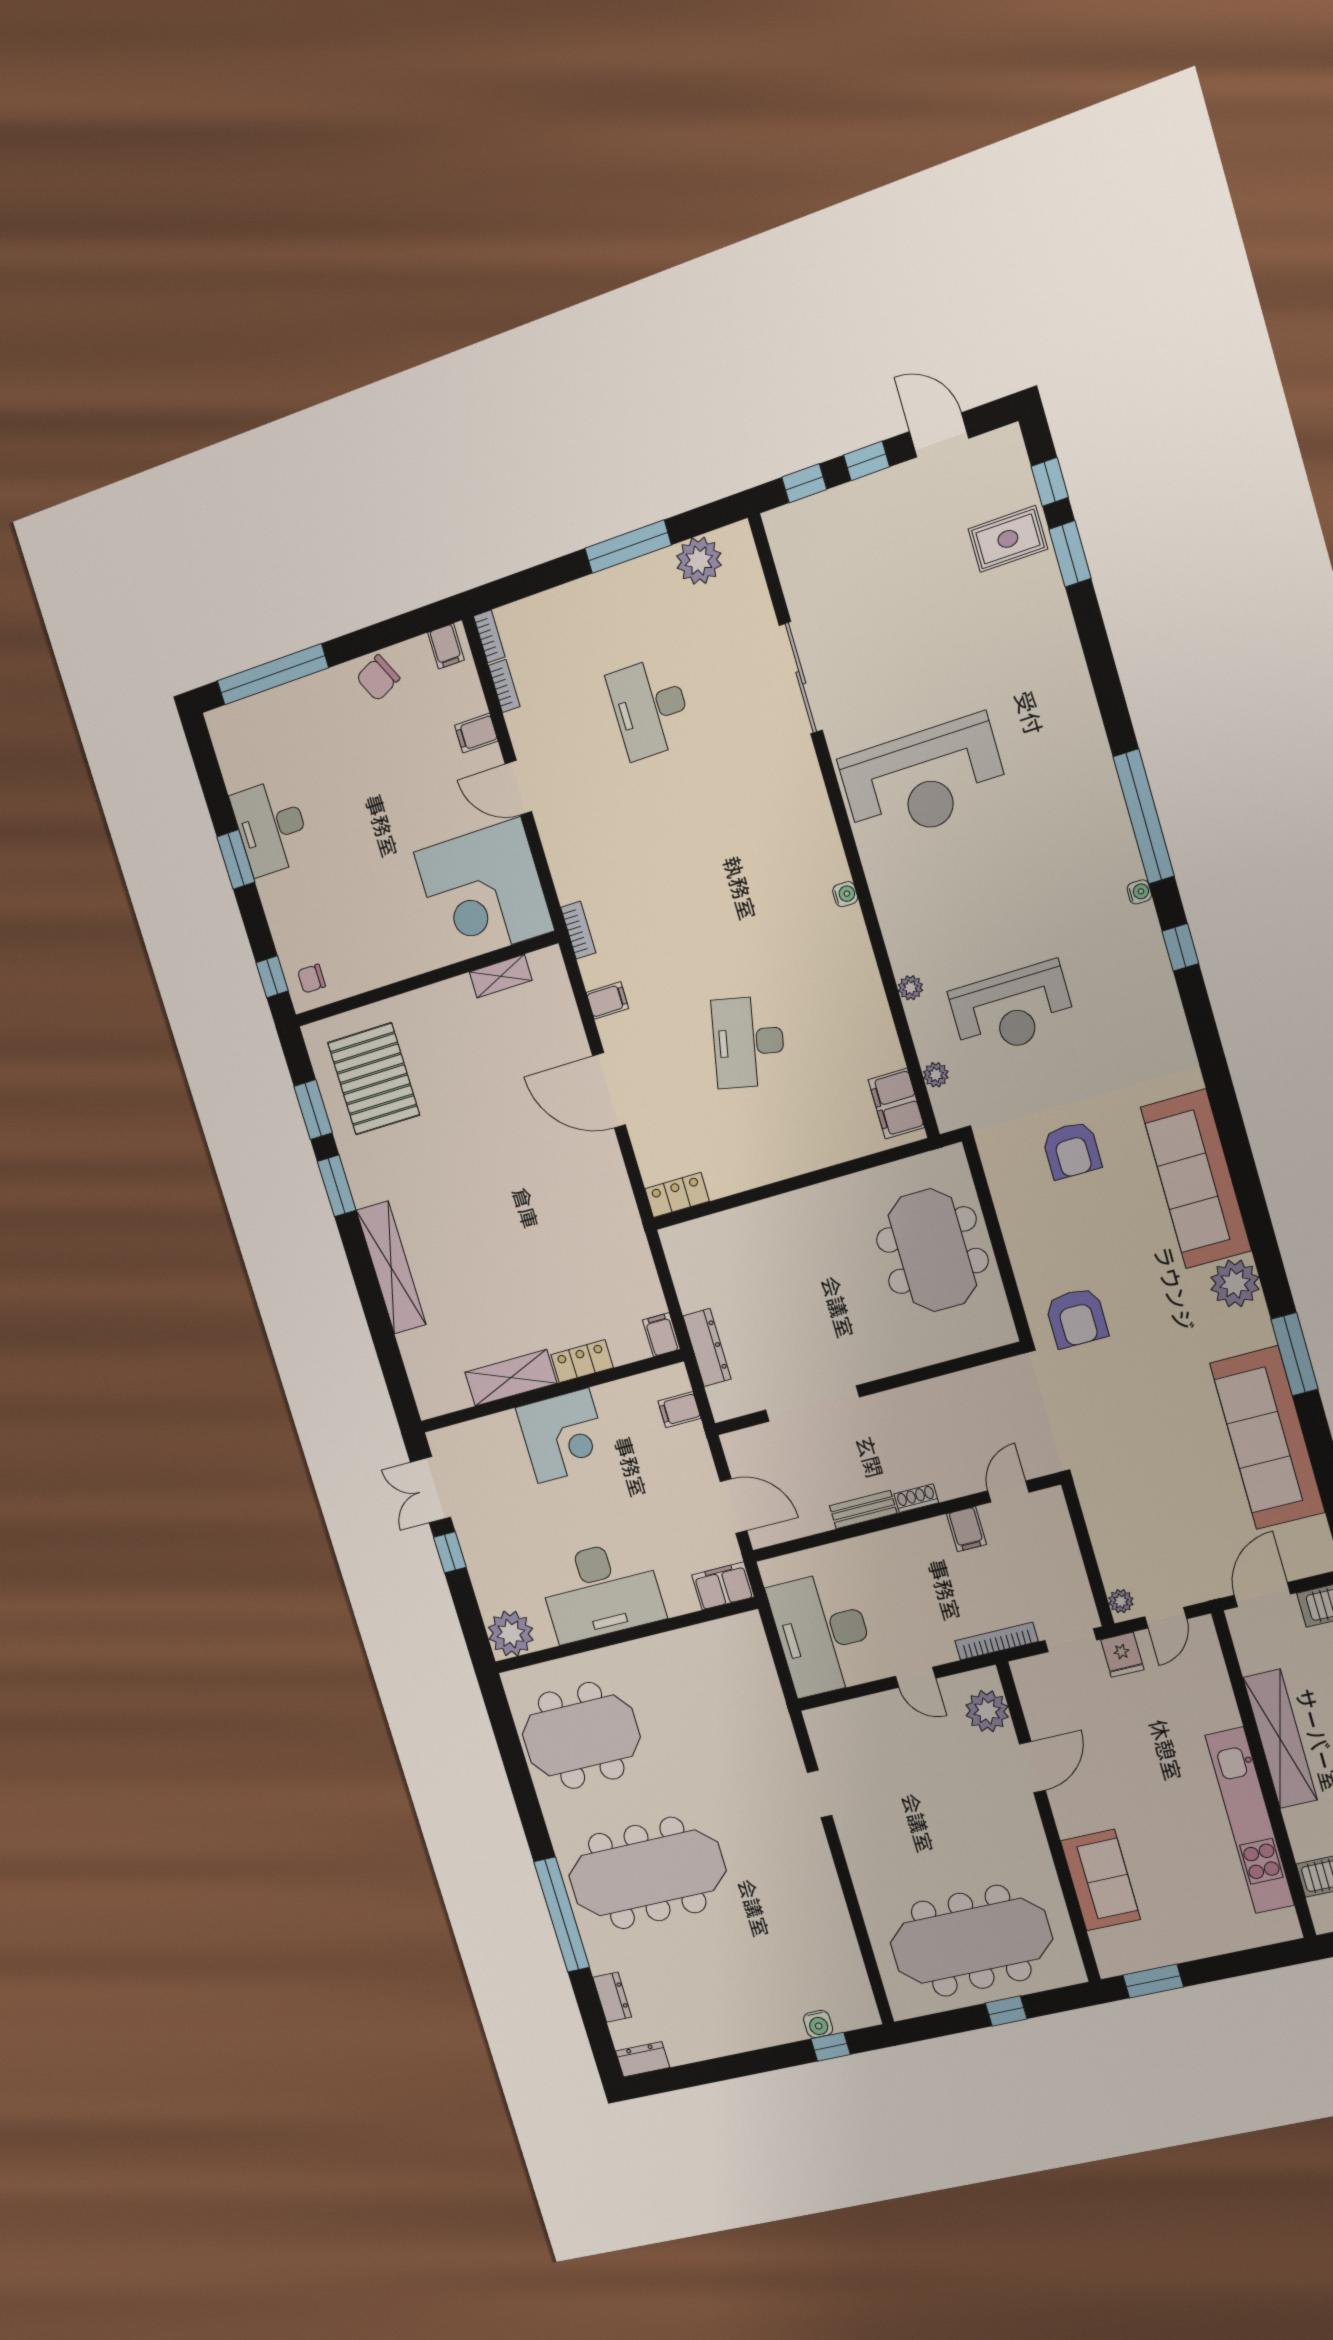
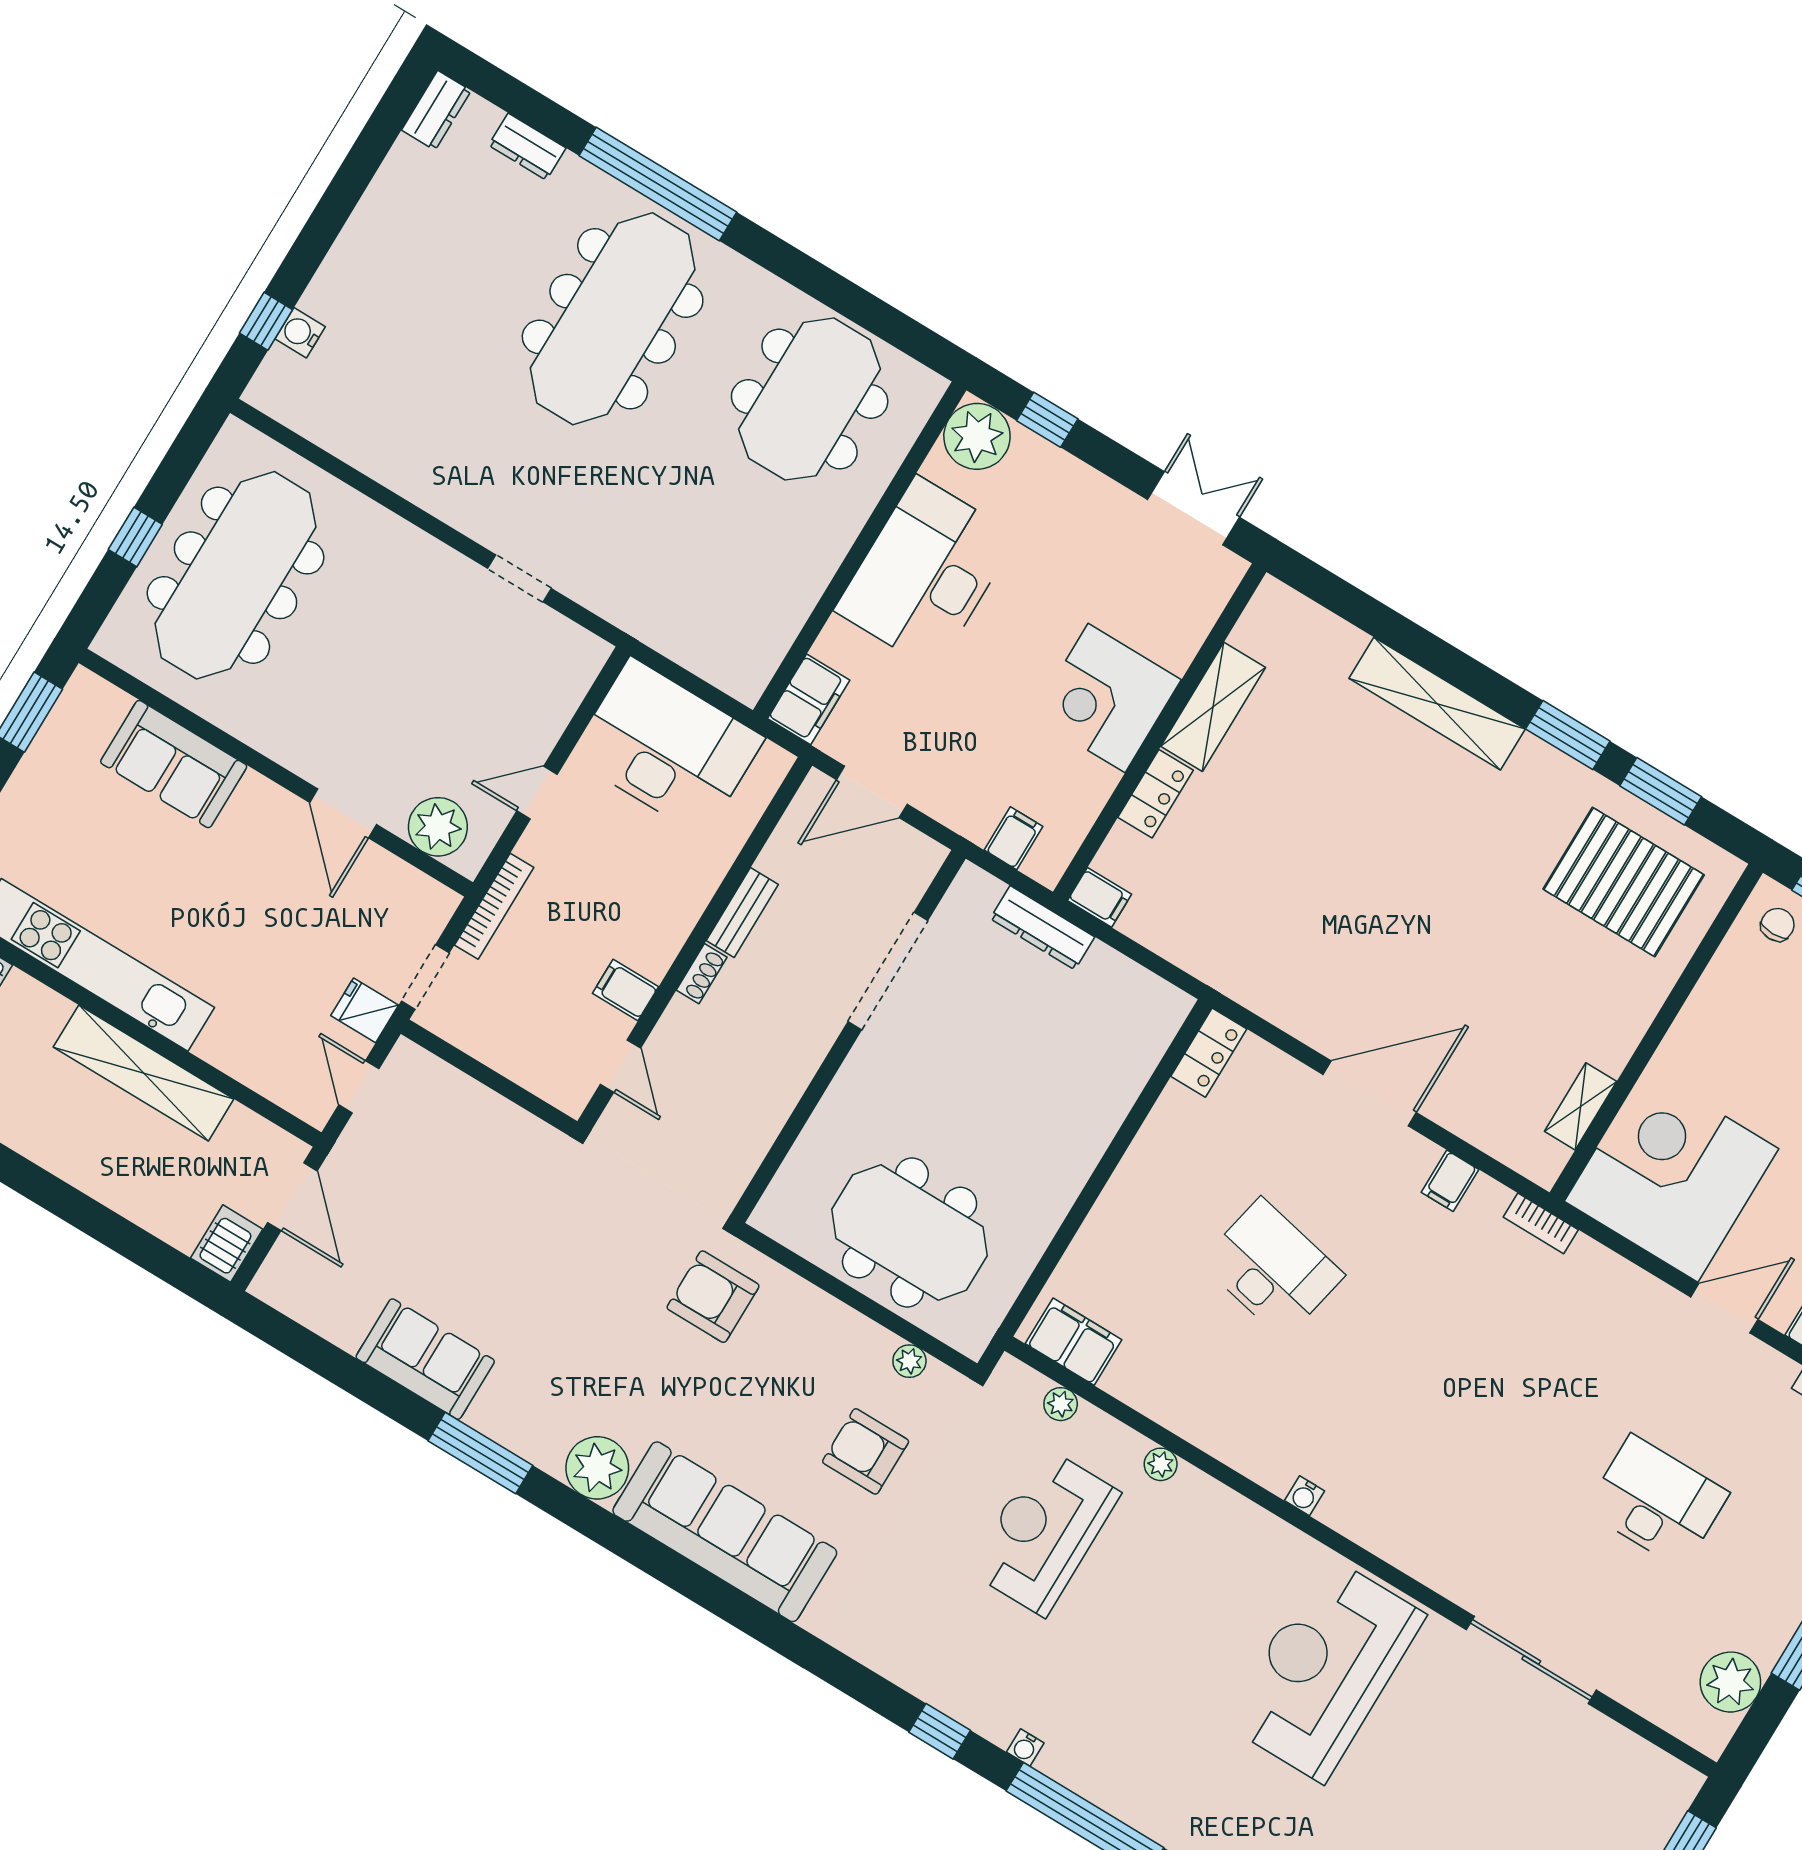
sofa: (1267, 1438) -> (425, 1359), width x0.54, depth x0.79
window: (450, 1552) -> (1047, 420), moved
plant: (1121, 1601) -> (909, 1361), moved

